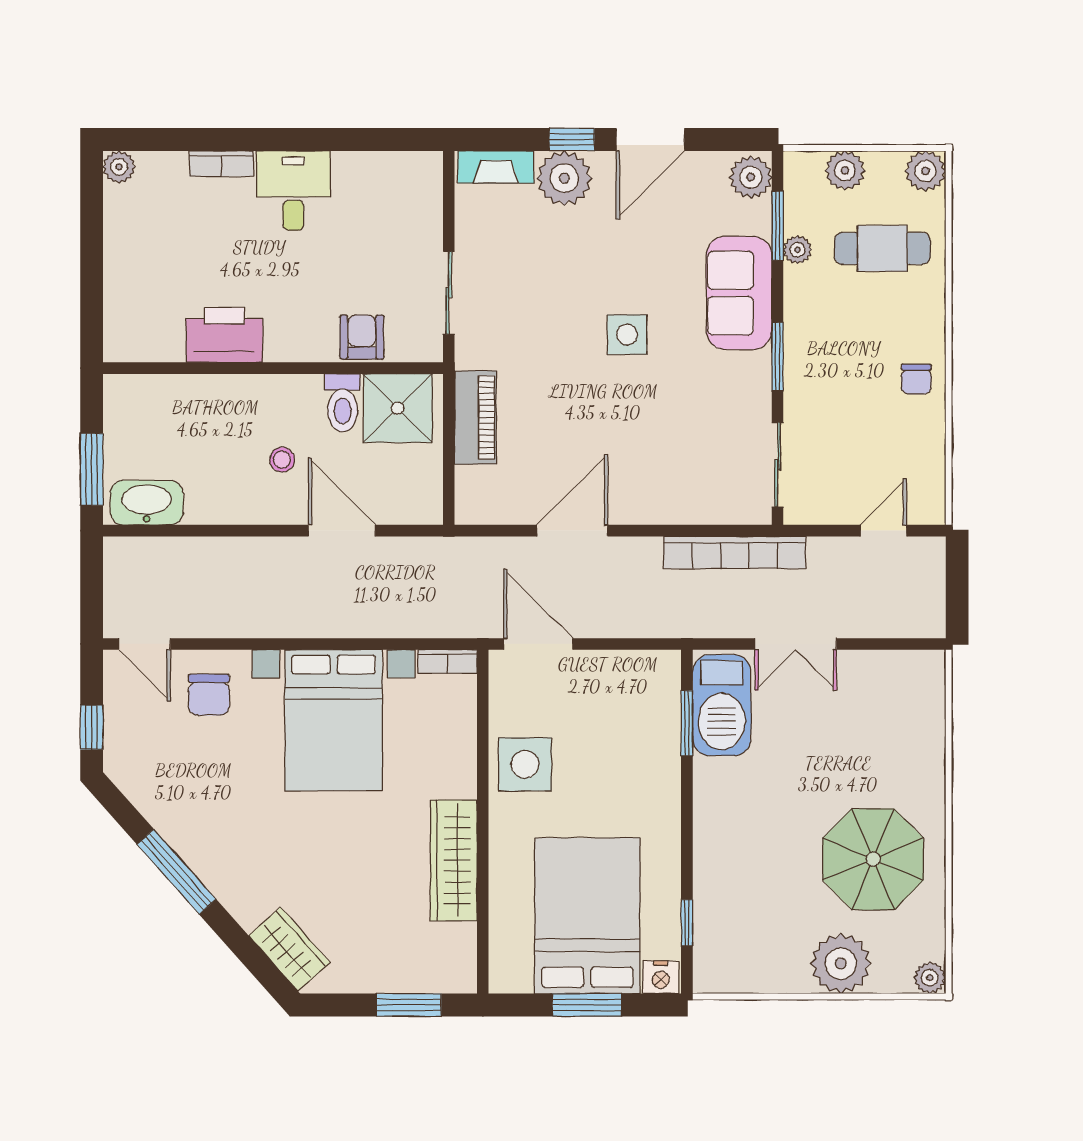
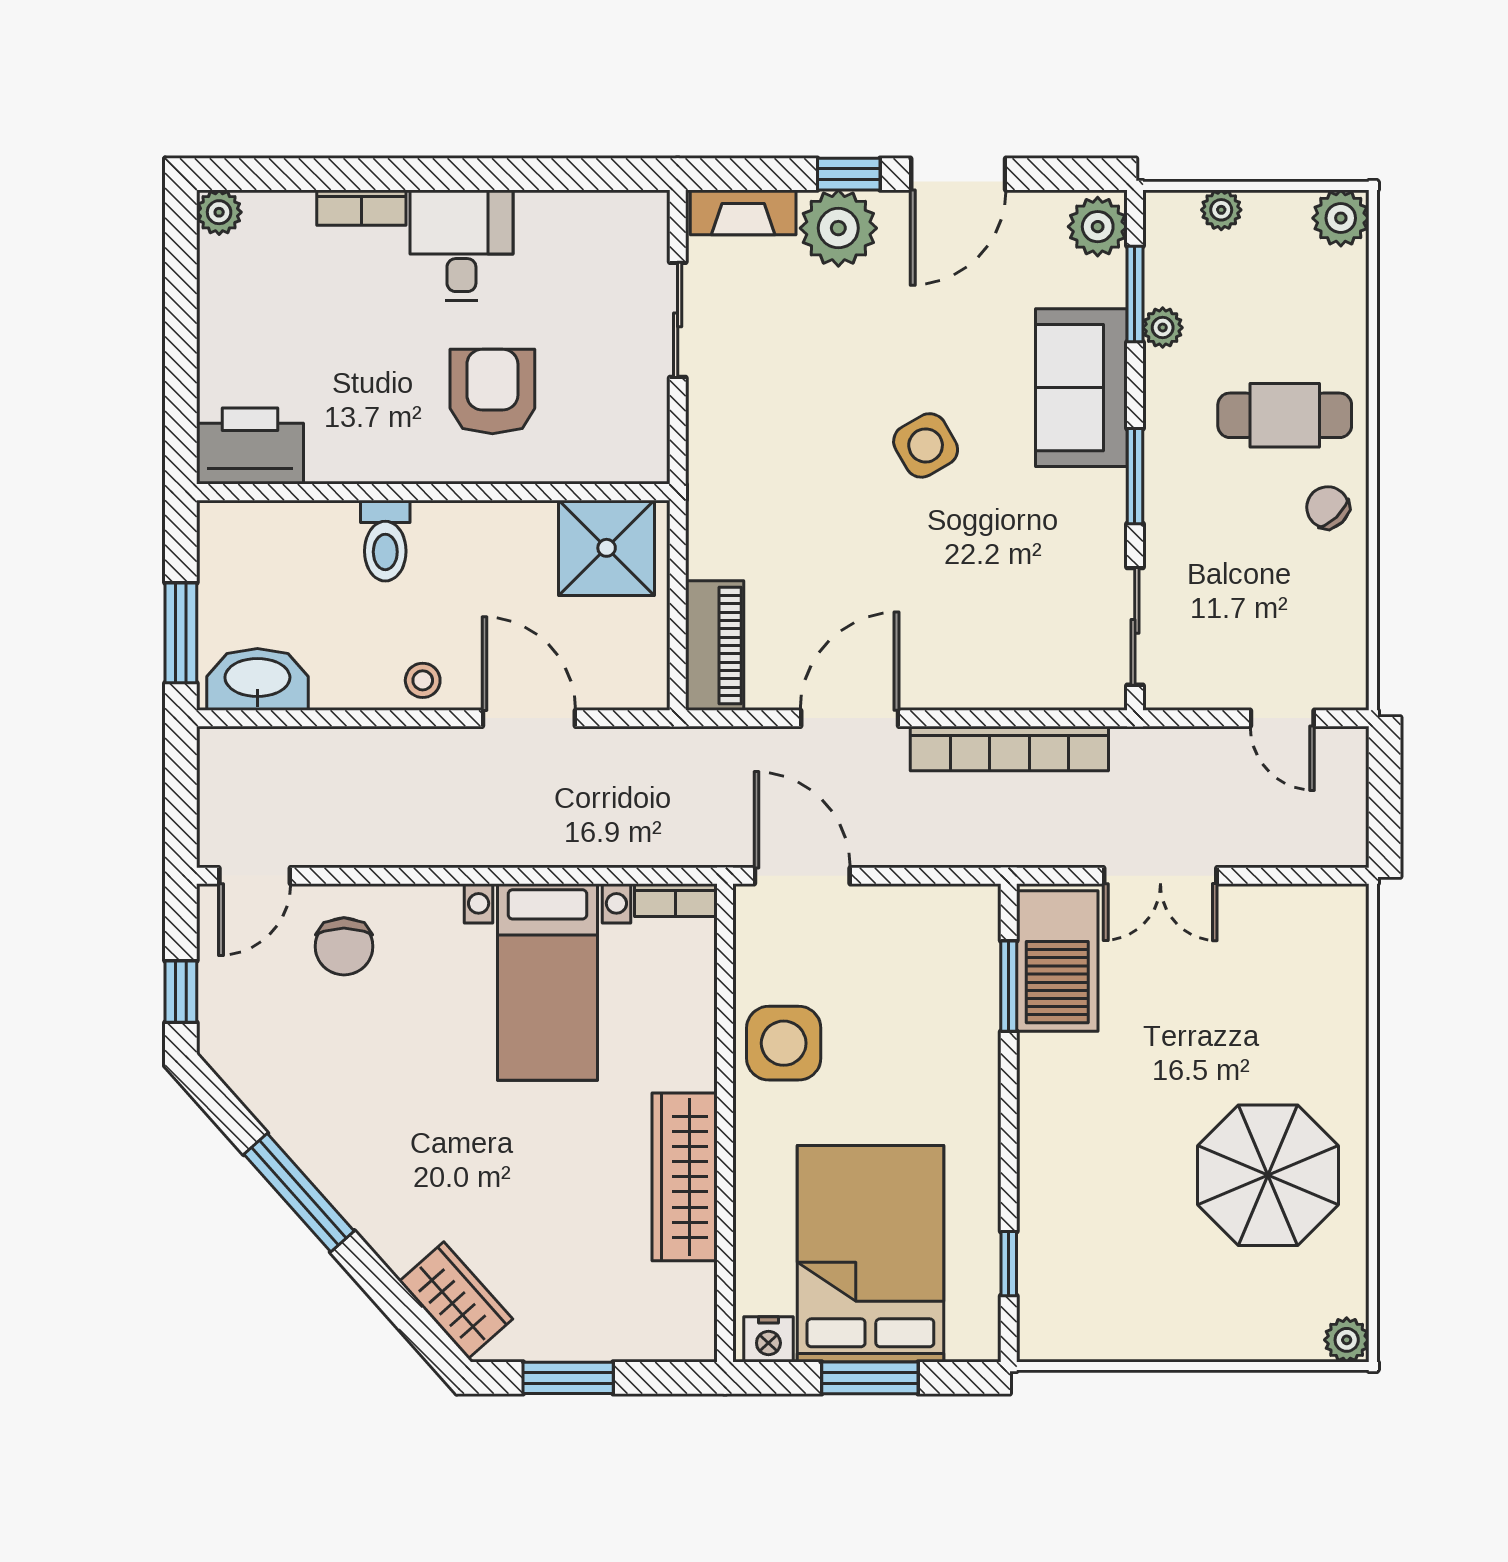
plant: (845, 171) -> (1221, 210), width x0.73, depth x0.73
cafe table: (882, 248) -> (1285, 415), moved
sliding door: (449, 293) -> (678, 320), moved
printer: (224, 335) -> (250, 446), moved
side table: (627, 335) -> (926, 445), turned -30
armchair: (362, 337) -> (492, 391), moved, width x1.38, depth x1.38
chair: (916, 379) -> (1328, 507), turned 136
toilet: (342, 403) -> (385, 541), moved
piano: (475, 417) -> (715, 645), moved
stool: (282, 460) -> (423, 680), moved
door: (883, 531) -> (1282, 718), swing flipped
bookcase: (735, 552) -> (1009, 748), moved
door: (145, 644) -> (255, 876), hinge flipped
bed with nightstands: (334, 720) -> (547, 982), width x0.73
plant: (841, 964) -> (1223, 1320), removed
nightstand: (661, 977) -> (768, 1339), moved
window: (409, 1005) -> (568, 1378), moved

